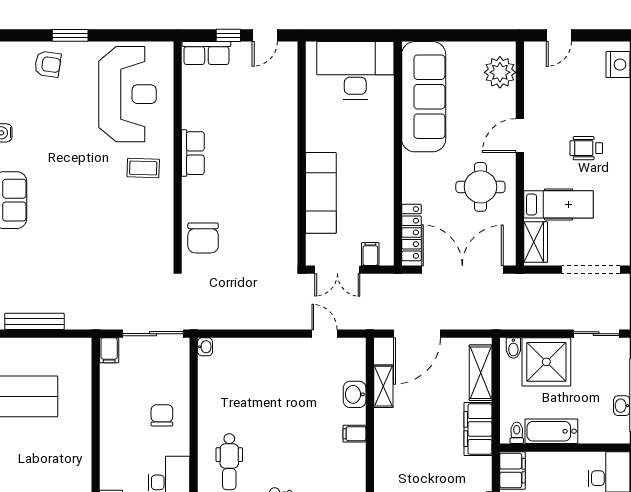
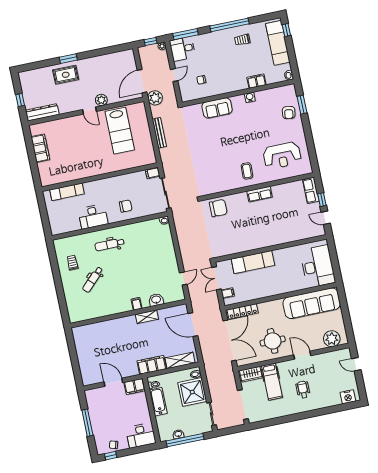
window: (70, 35) -> (302, 105), moved
reception desk: (128, 94) -> (282, 155), width x0.74, depth x0.77
chair: (203, 238) -> (218, 208), turned 180
shelving: (383, 386) -> (147, 317), moved

